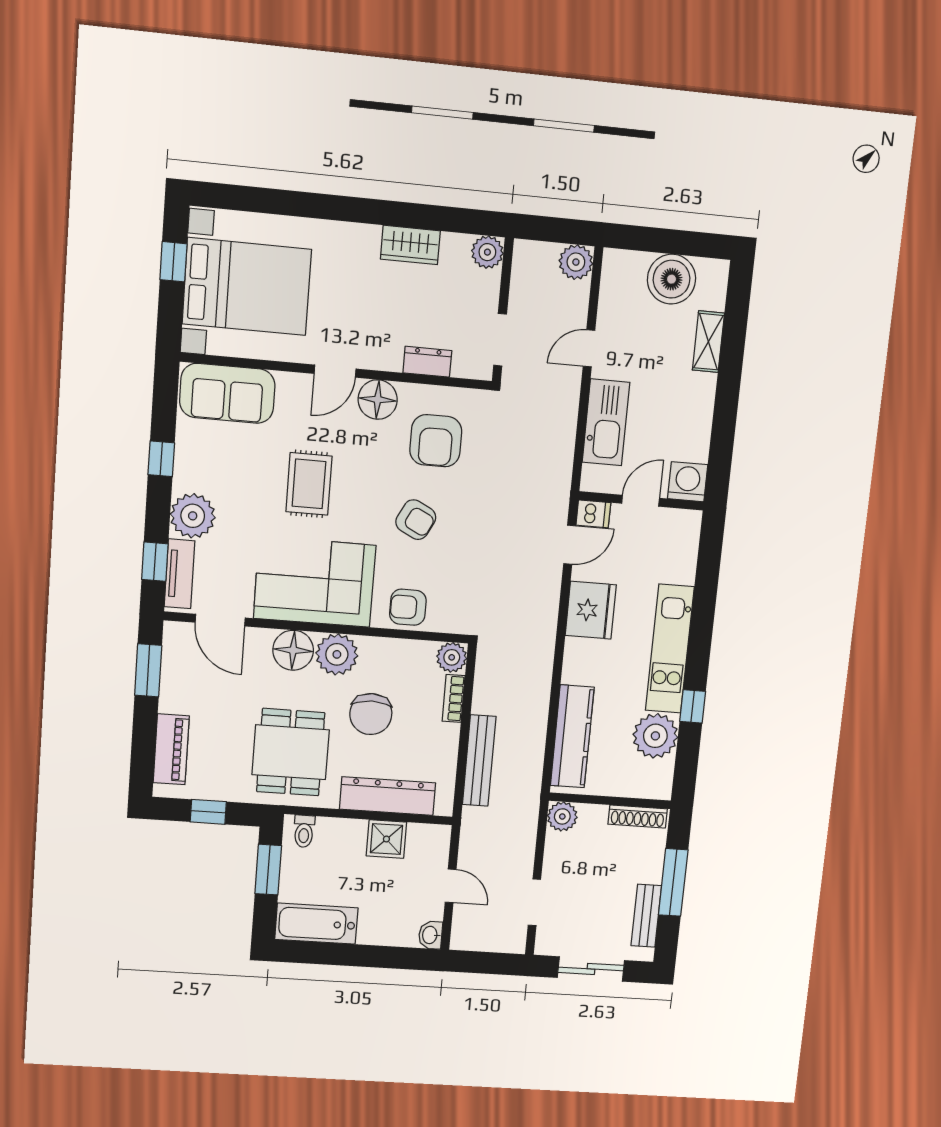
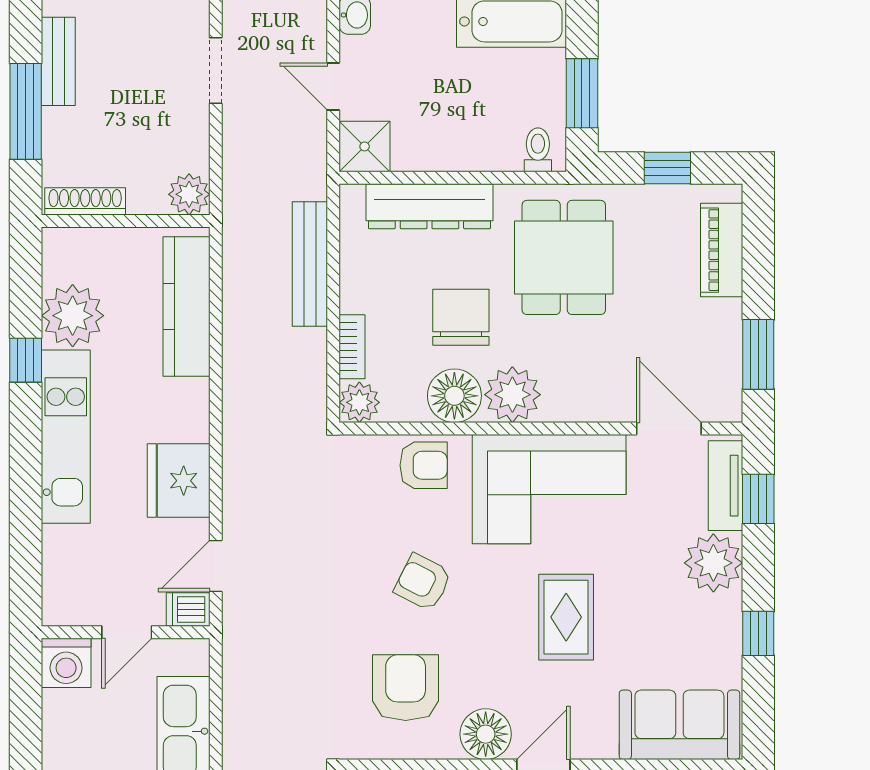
floor lamp: (293, 650) -> (454, 396), moved
shower: (386, 839) -> (365, 146), moved

